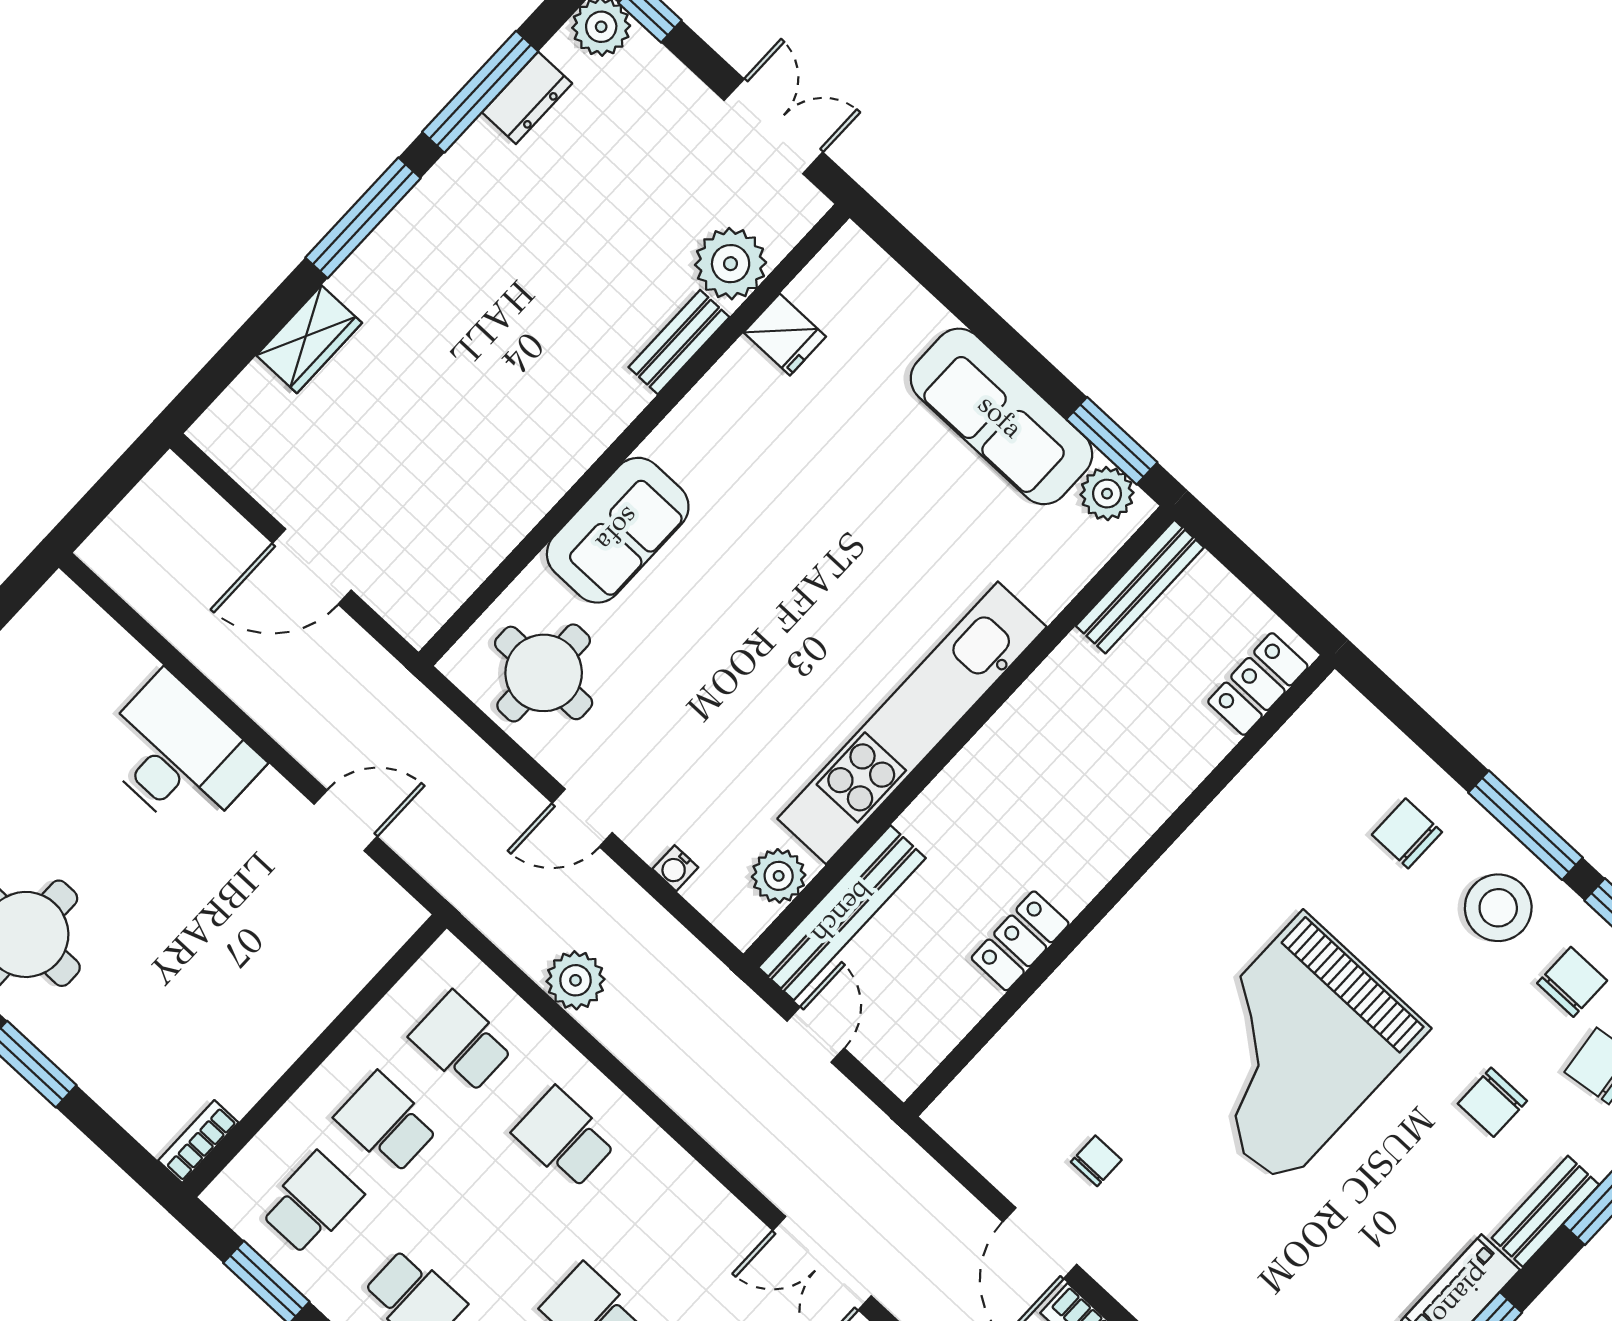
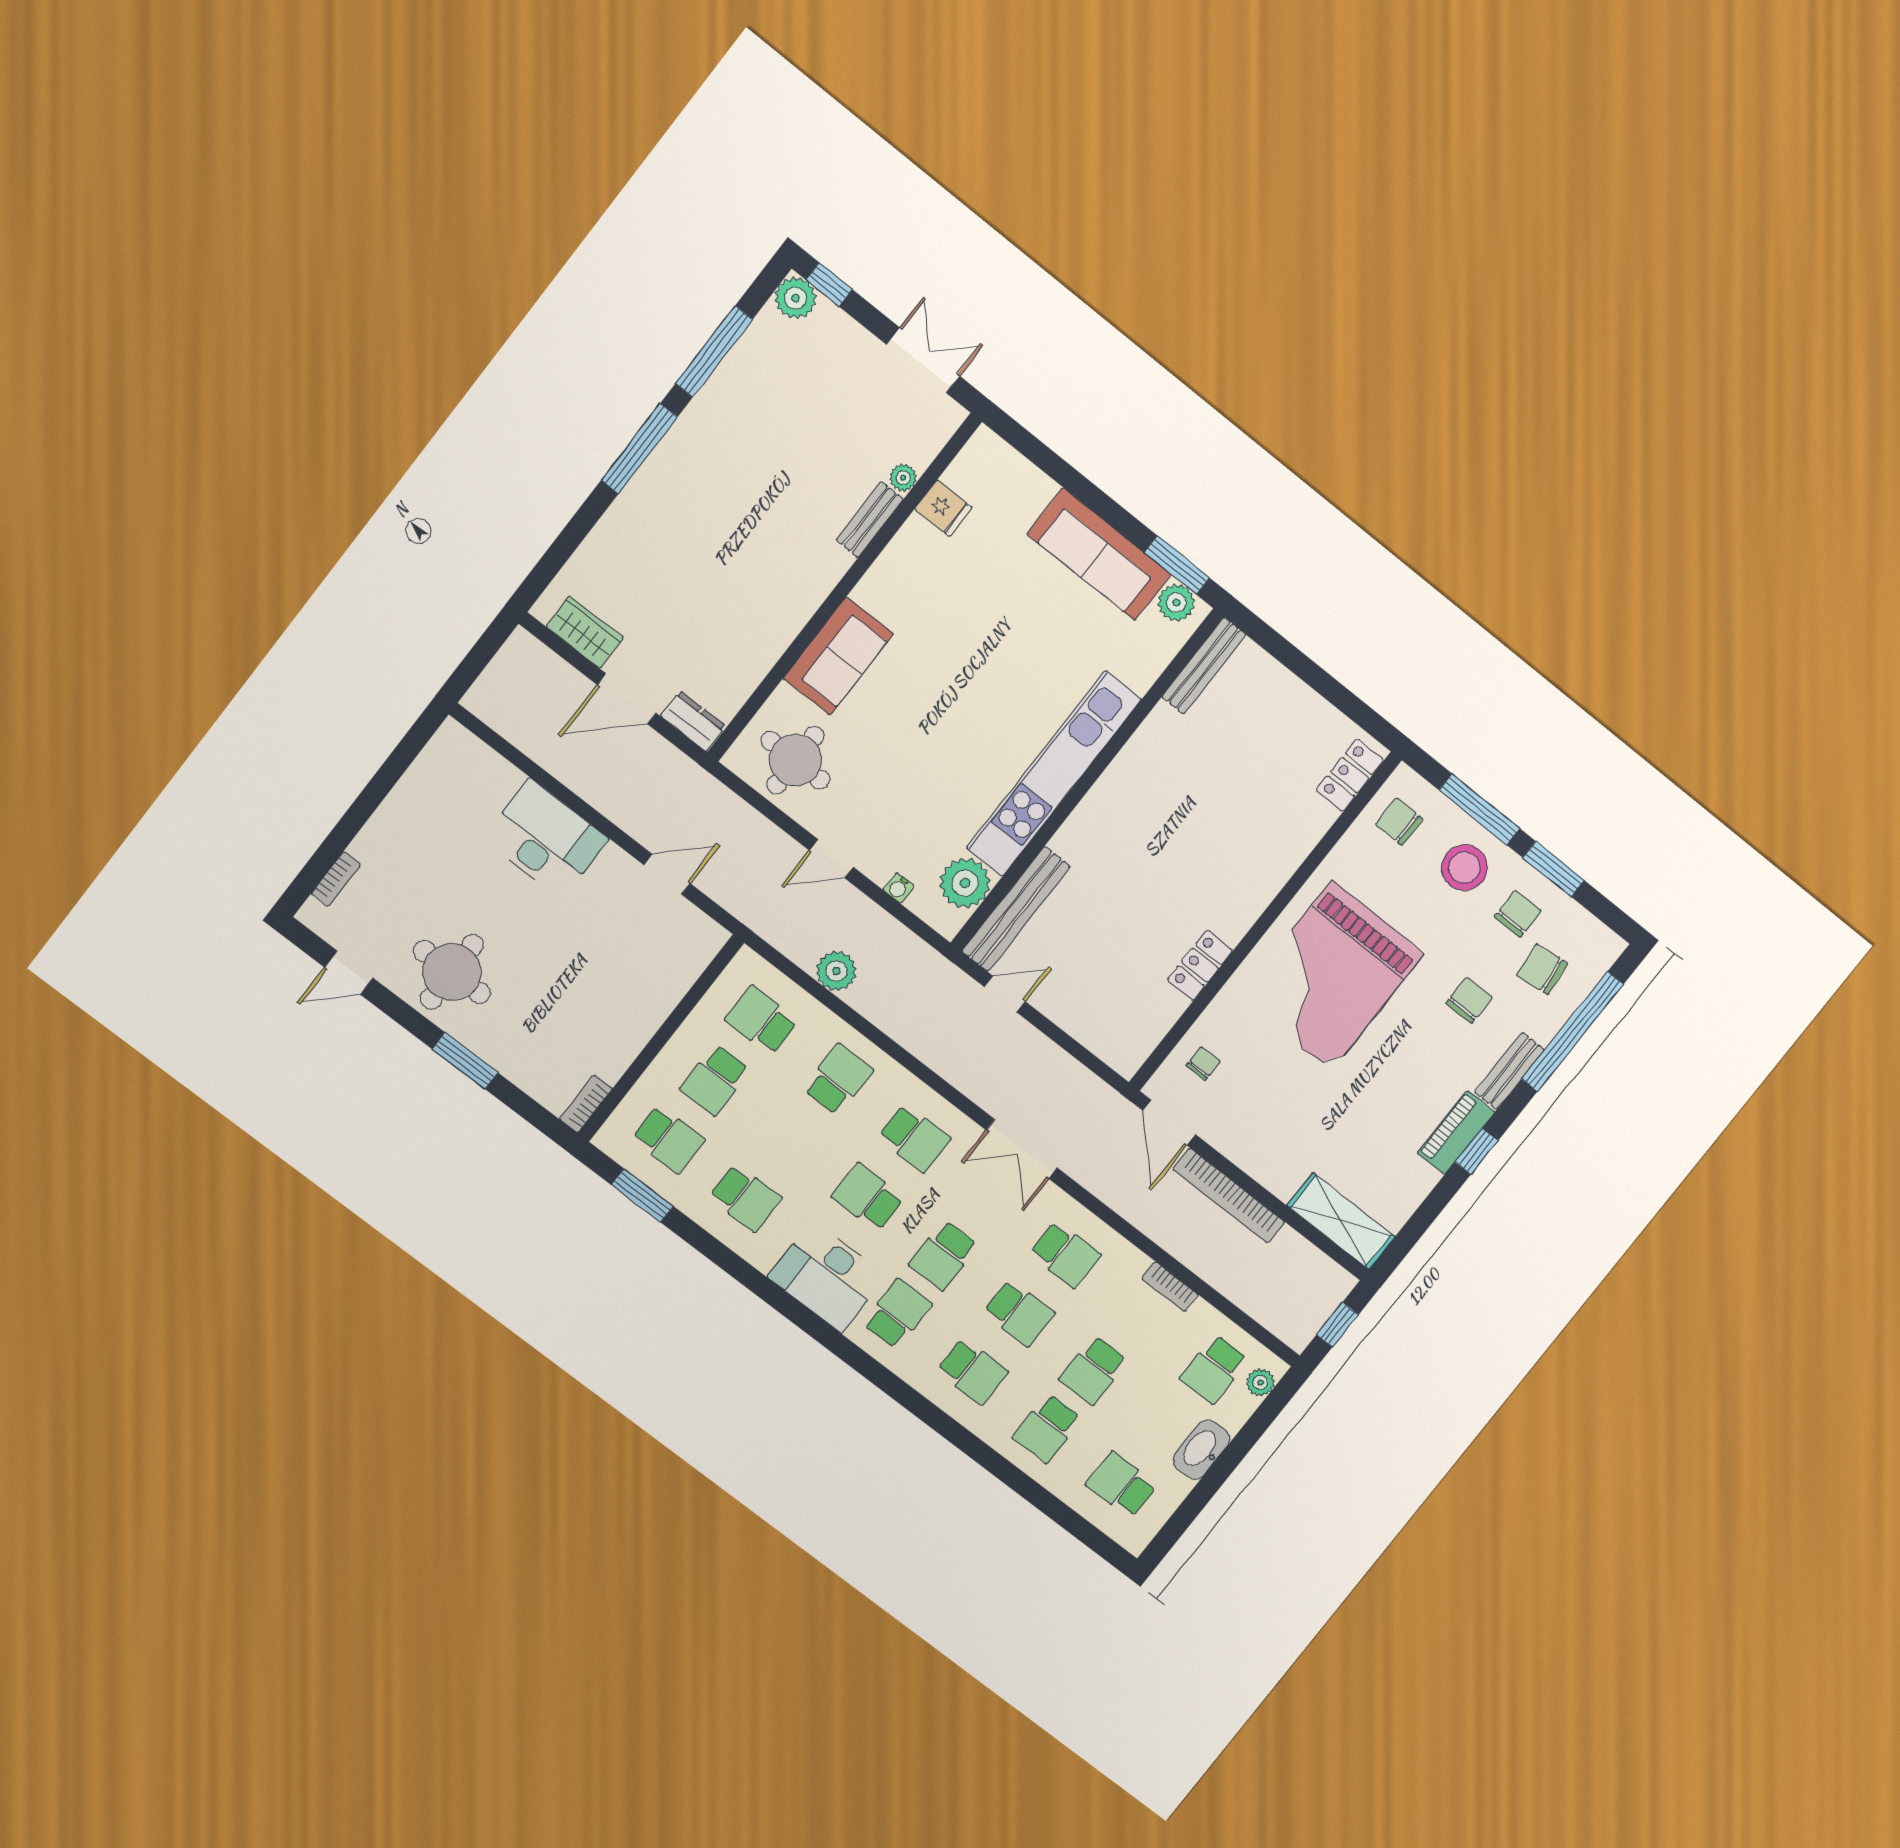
dresser: (527, 98) -> (693, 721), moved, turned -90
plant: (731, 264) -> (903, 478), width x0.53, depth x0.53
wardrobe: (309, 339) -> (585, 632), moved, turned -90
locker: (1258, 684) -> (1350, 775), moved
plant: (779, 876) -> (965, 883), width x1.36, depth x1.36
wall: (1119, 886) -> (1265, 922), moved
locker: (1020, 941) -> (1200, 965), moved
door: (816, 1035) -> (1005, 994), hinge flipped
chair: (1492, 1102) -> (1469, 1000), turned 180
school desk: (387, 1123) -> (715, 1080), turned -90
school desk: (564, 1138) -> (838, 1079), turned 90
school desk: (312, 1203) -> (668, 1139), turned 90
school desk: (667, 1233) -> (914, 1138), added

